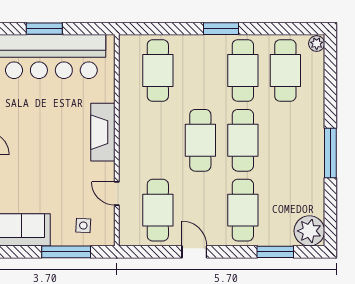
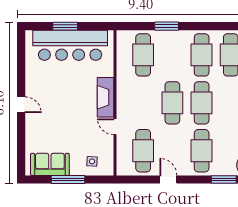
window: (221, 29) -> (167, 26), moved
door: (117, 194) -> (115, 127), moved
window: (66, 252) -> (68, 179), moved

